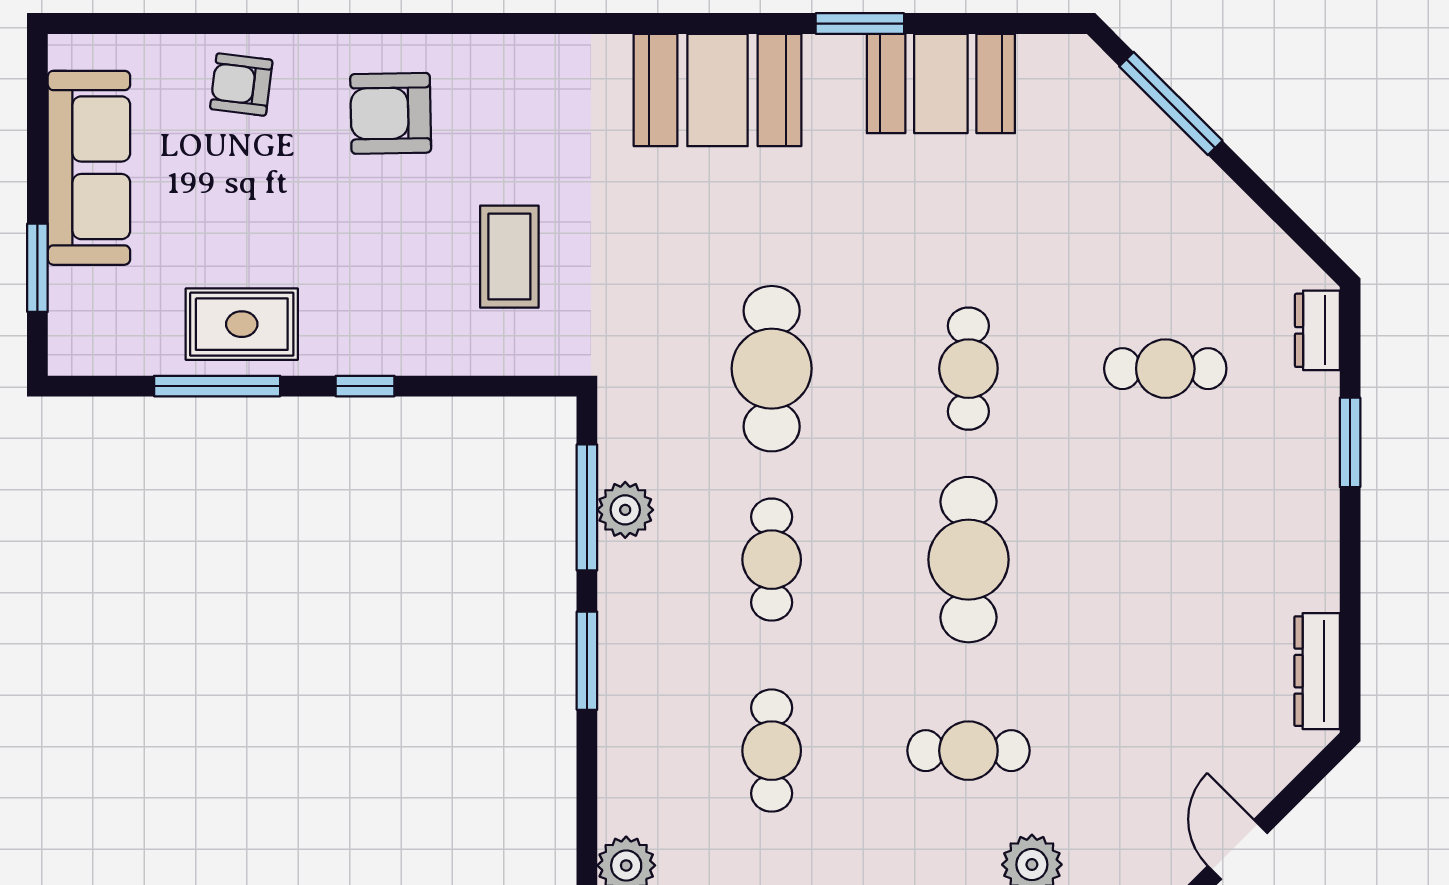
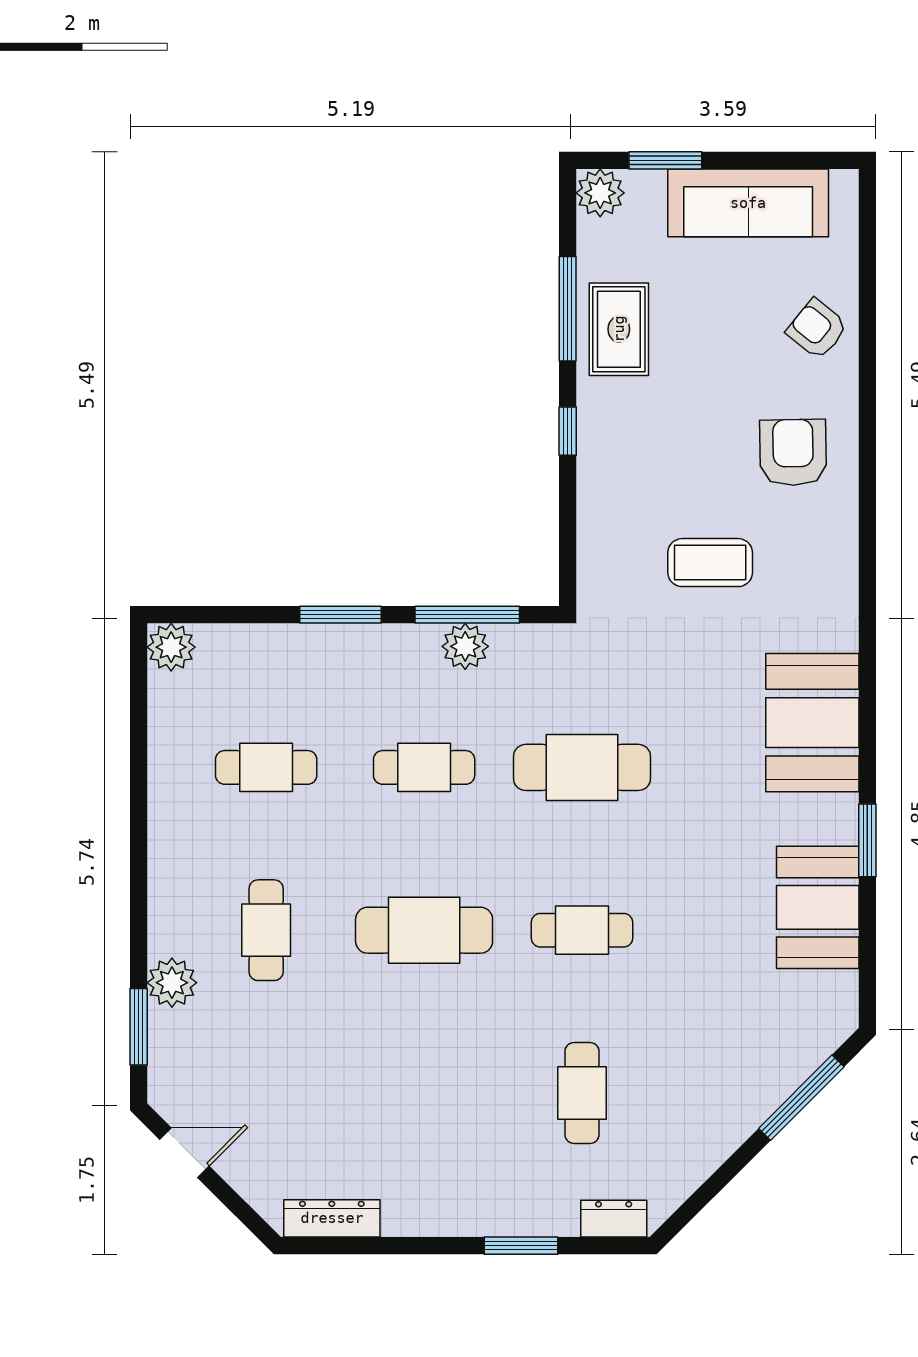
armchair: (241, 84) -> (817, 329), turned -58
coffee table: (509, 257) -> (710, 563), moved
plant: (77, 347) -> (600, 193), added

